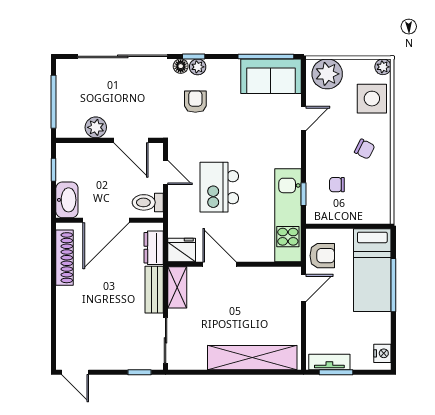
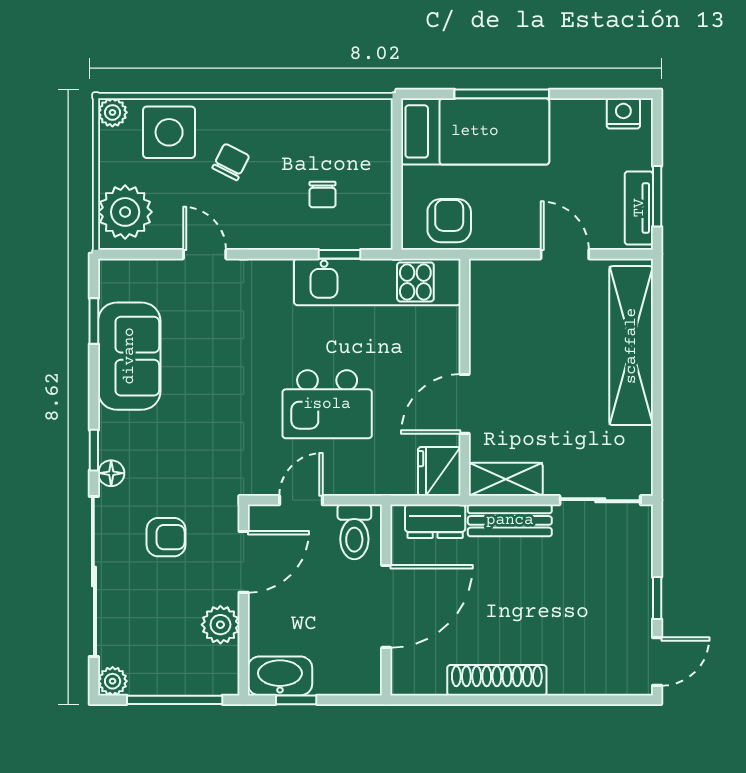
window: (266, 56) -> (94, 321), width x0.46
plant: (198, 67) -> (113, 681), moved
sofa: (271, 76) -> (129, 356), moved
armchair: (195, 102) -> (166, 537), moved, turned 180
chair: (365, 149) -> (231, 162), moved
washbasin: (67, 200) -> (280, 676), moved
door: (106, 220) -> (386, 606), hinge flipped
shoe rack: (65, 258) -> (497, 680), moved
door: (303, 288) -> (565, 254), moved
window: (139, 372) -> (657, 598), moved

